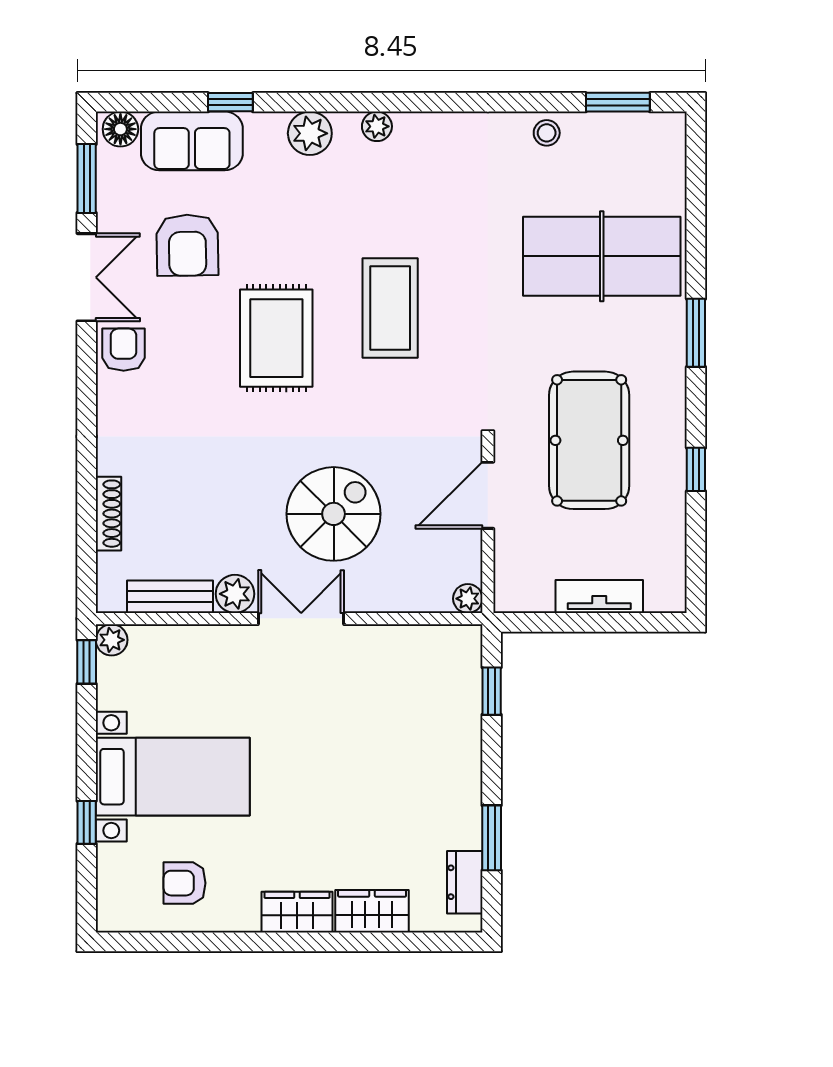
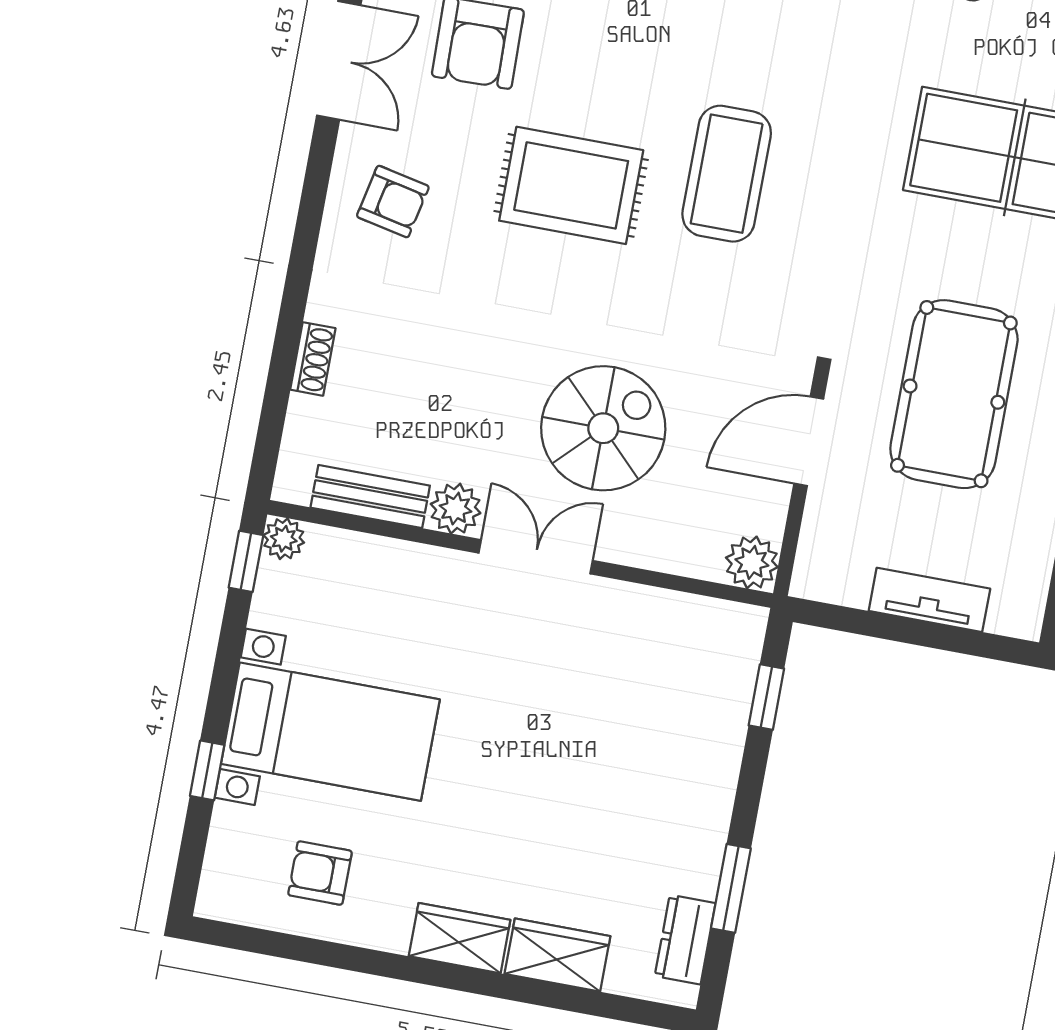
rug: (276, 338) -> (571, 185), turned 90
armchair: (124, 350) -> (393, 202), moved, turned 102
shoe rack: (108, 514) -> (313, 359), width x0.70
plant: (468, 599) -> (752, 562), width x1.38, depth x1.38

